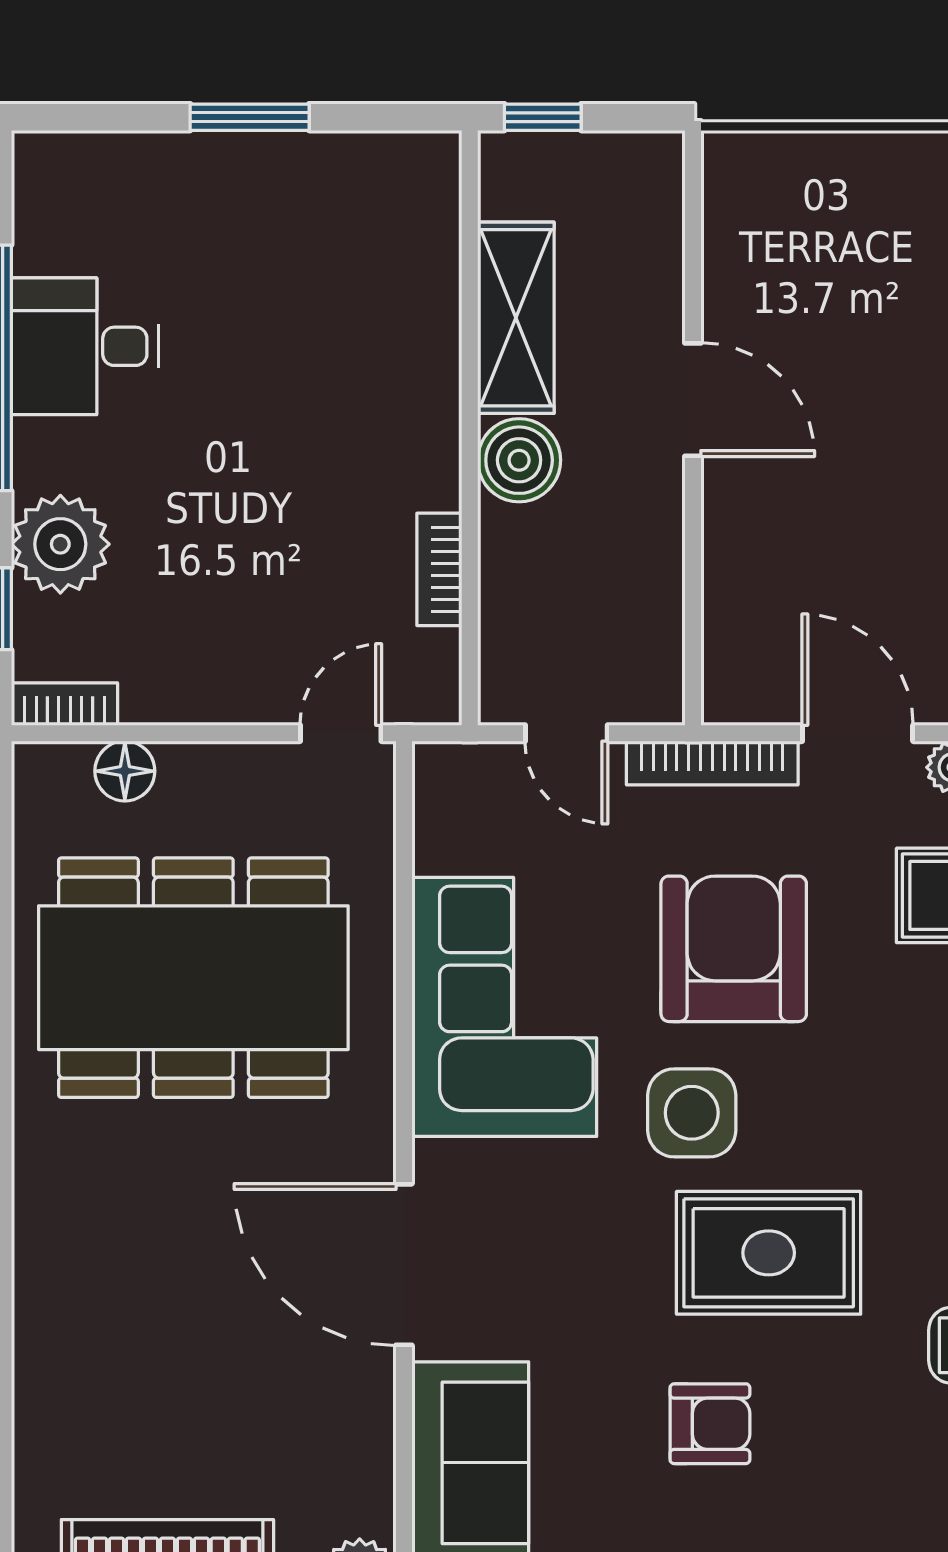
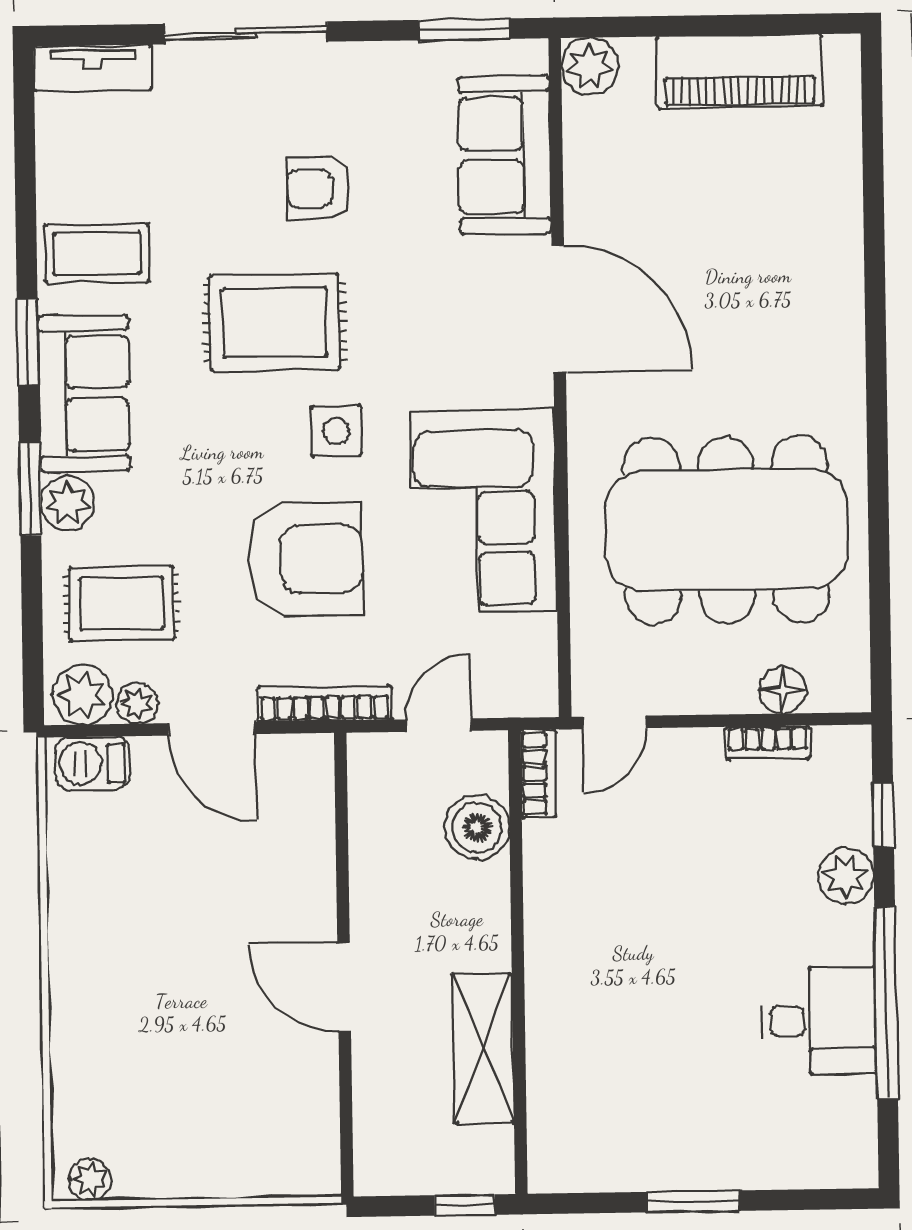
boiler: (519, 460) -> (477, 827), moved
plant: (60, 544) -> (846, 876), width x0.73, depth x0.73
bookcase: (439, 569) -> (539, 774), moved
bookcase: (64, 704) -> (768, 743), moved
door: (566, 733) -> (439, 725), hinge flipped
armchair: (734, 949) -> (306, 559), turned -90
side table: (692, 1113) -> (336, 431), width x0.73, depth x0.73

